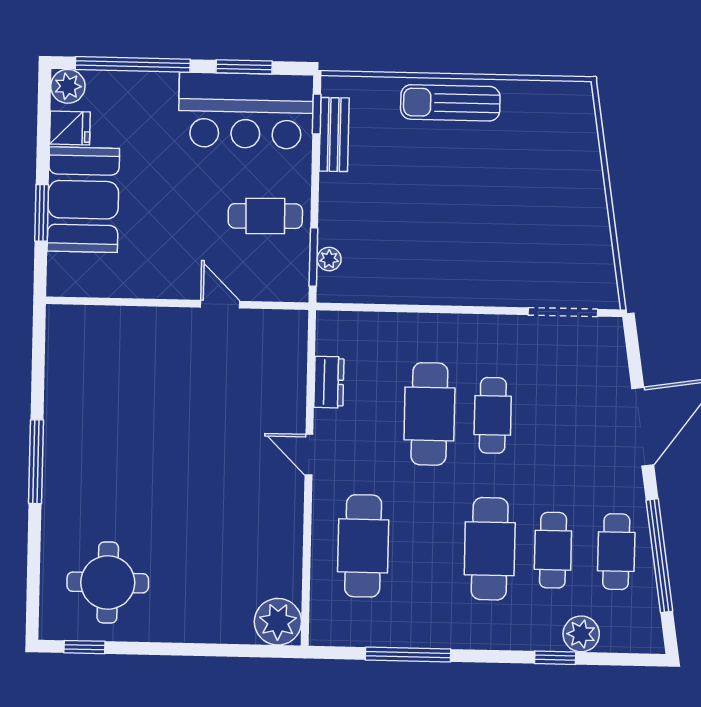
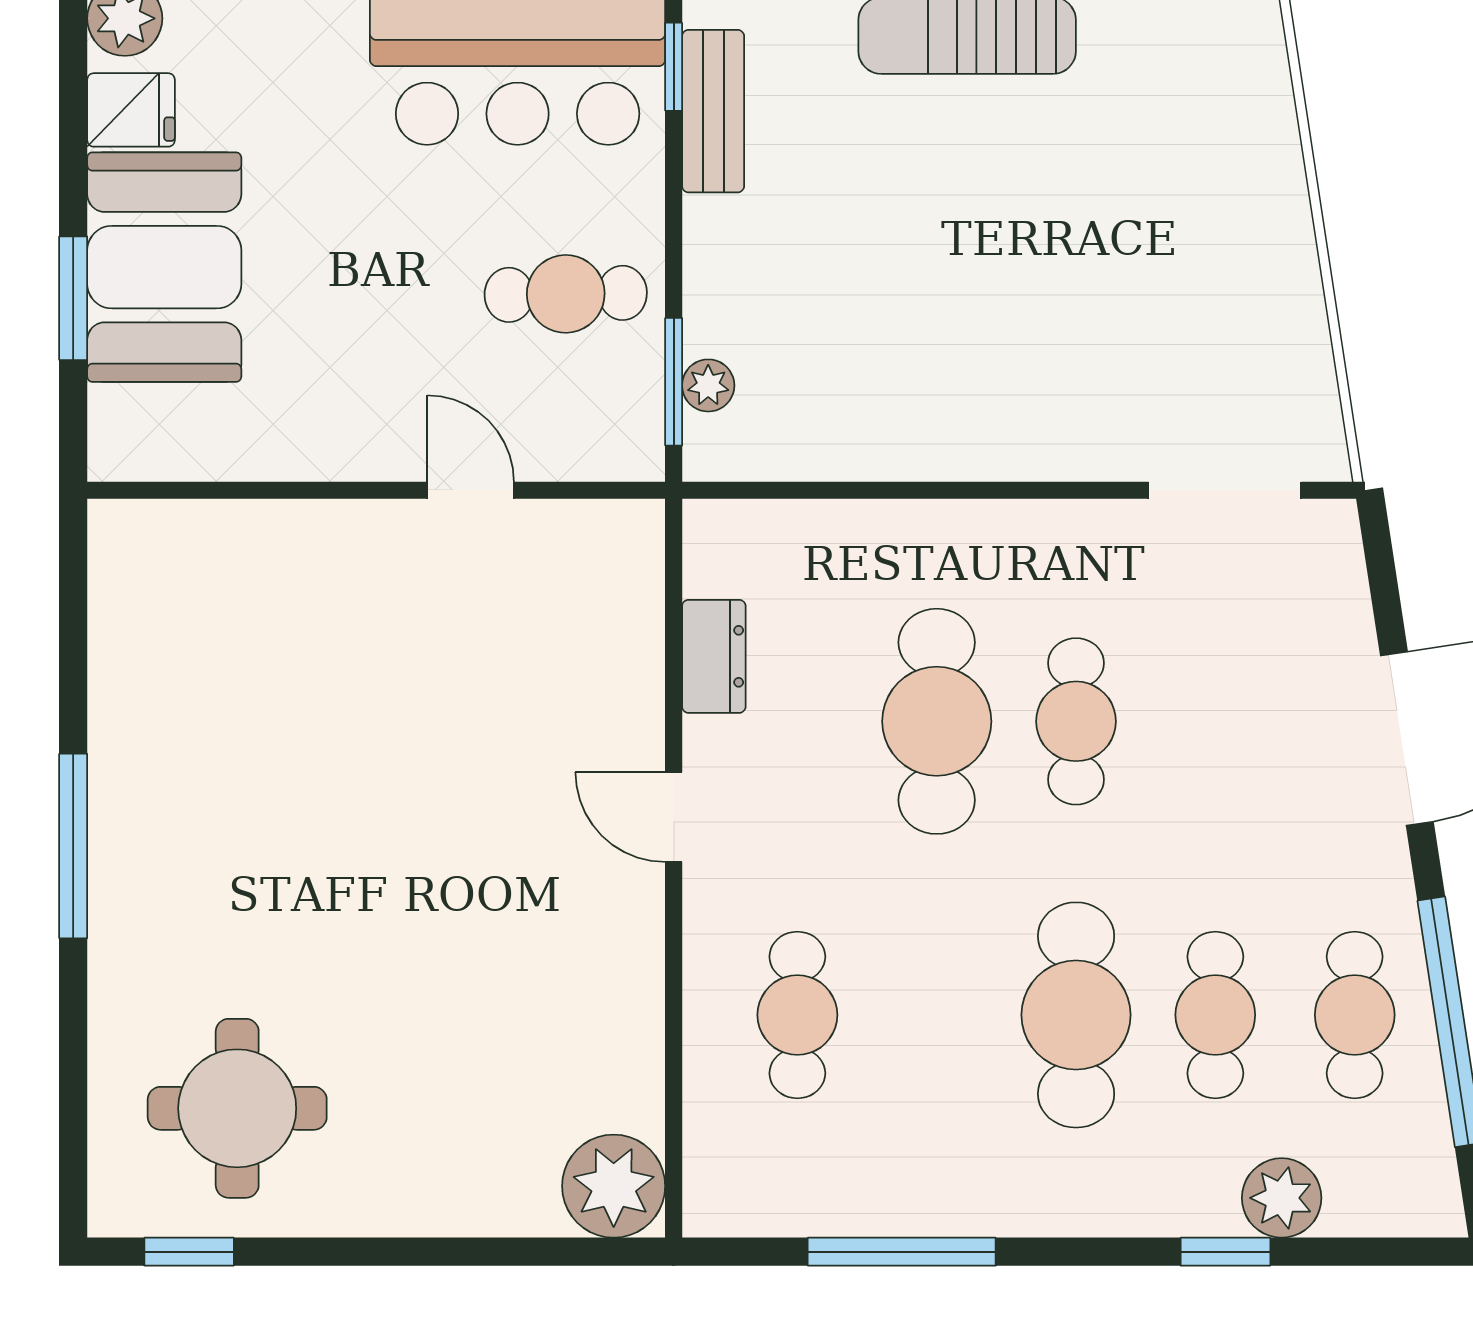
cafe table: (363, 546) -> (797, 1015), width x0.73, depth x0.74

